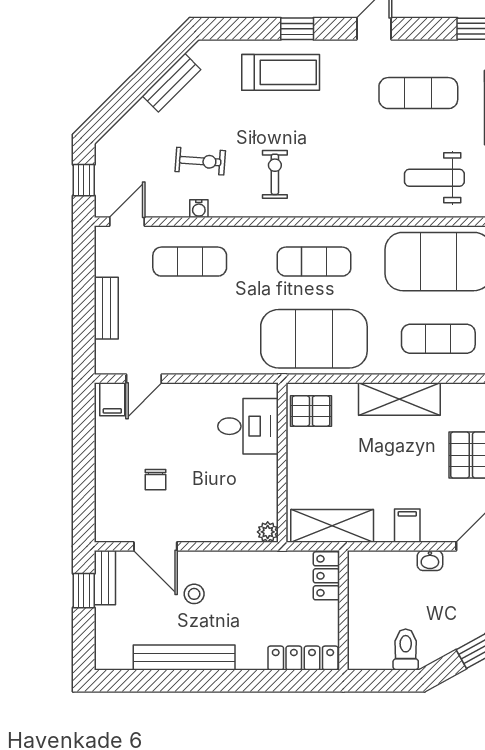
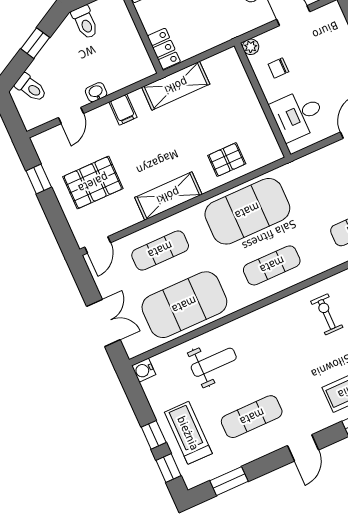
exercise bike: (275, 174) -> (327, 314), turned 180
desk: (248, 426) -> (298, 115), moved
wall: (282, 462) -> (262, 100), moved
chair: (156, 480) -> (278, 68), moved, turned -90
plant: (268, 532) -> (251, 47), moved

